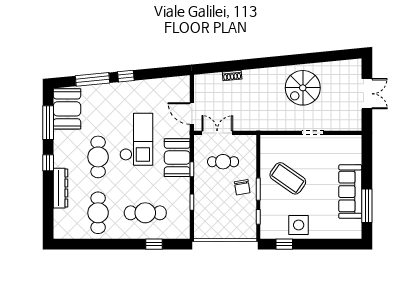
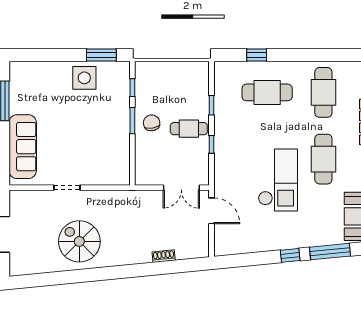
spiral stairs: (303, 88) -> (79, 241), turned -90
checkout: (136, 139) -> (278, 180), turned 180
booth: (177, 158) -> (229, 158), removed
cafe table: (223, 162) -> (189, 129), moved
coffee table: (288, 178) -> (97, 133), removed
sofa: (350, 192) -> (23, 147), moved
window: (284, 244) -> (101, 55), width x1.50

